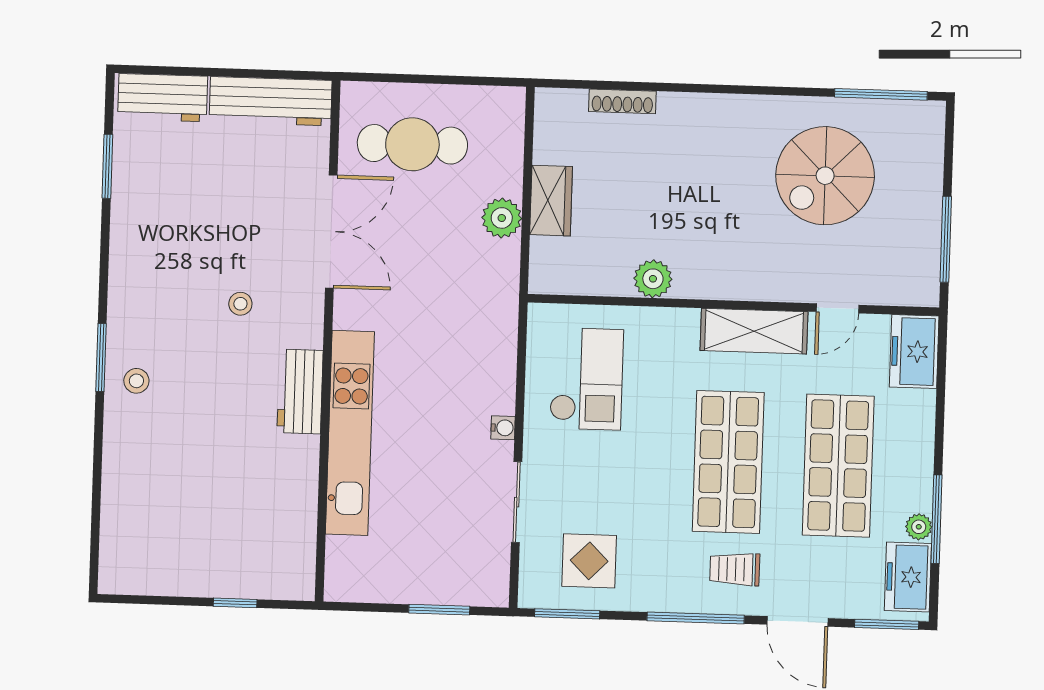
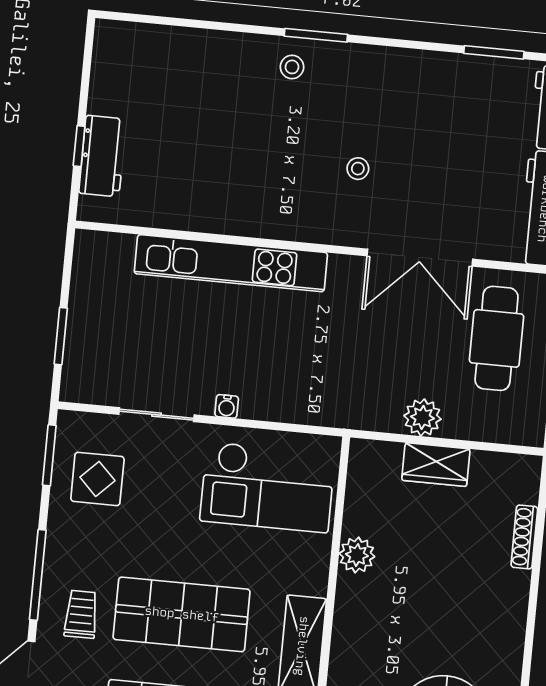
checkout: (586, 379) -> (267, 487), width x1.36, depth x1.21
workbench: (300, 391) -> (102, 156), moved, turned 90

